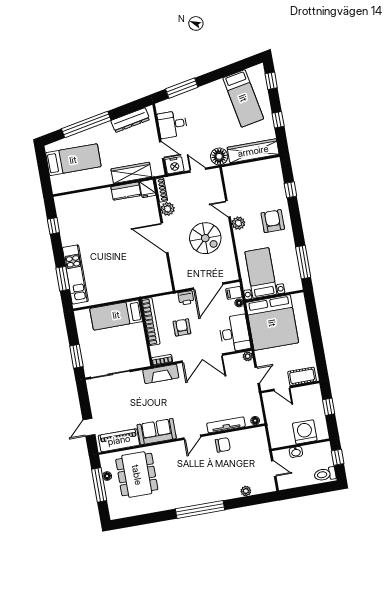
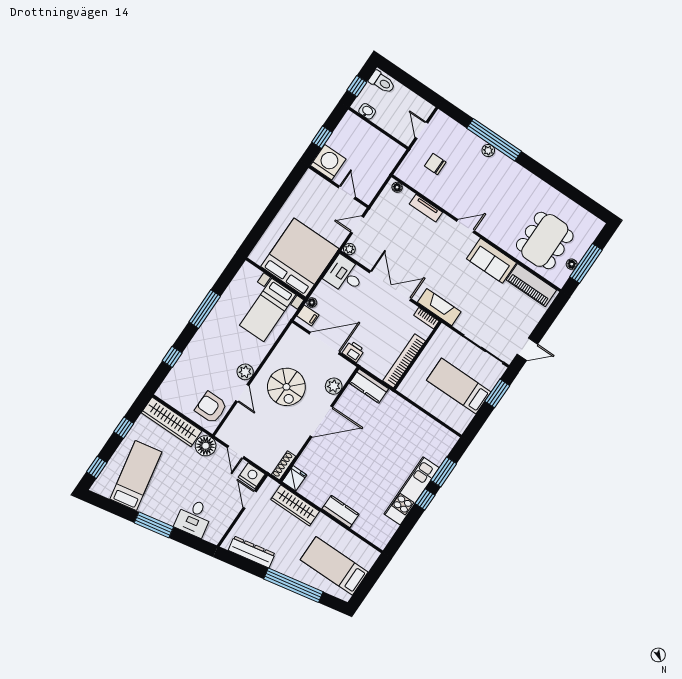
window: (182, 88) -> (154, 525), moved
desk: (172, 124) -> (194, 518), moved, turned 79
kitchen counter: (126, 191) -> (340, 512), moved
plant: (168, 209) -> (334, 386), moved
armchair: (273, 221) -> (211, 407), moved, turned 90
window: (53, 226) -> (425, 499), moved
door: (165, 238) -> (321, 421), hinge flipped
spiral stairs: (205, 238) -> (286, 387), turned 180
window: (303, 262) -> (205, 309), moved
kitchen unit: (75, 274) -> (412, 491), moved
kitchen counter: (157, 286) -> (369, 386), added
bed: (116, 315) -> (459, 386), moved, turned 180
armchair: (182, 327) -> (382, 329), removed
desk: (235, 333) -> (345, 275), width x0.73
cot: (302, 376) -> (319, 186), removed
tv unit: (226, 425) -> (426, 208), width x0.71
door: (89, 427) -> (527, 349), moved
washing machine: (305, 432) -> (328, 162), moved, turned 180
chair: (223, 445) -> (435, 164), moved
washbasin: (296, 452) -> (367, 111), moved
plant: (246, 491) -> (488, 150), moved
window: (200, 509) -> (494, 140), moved

